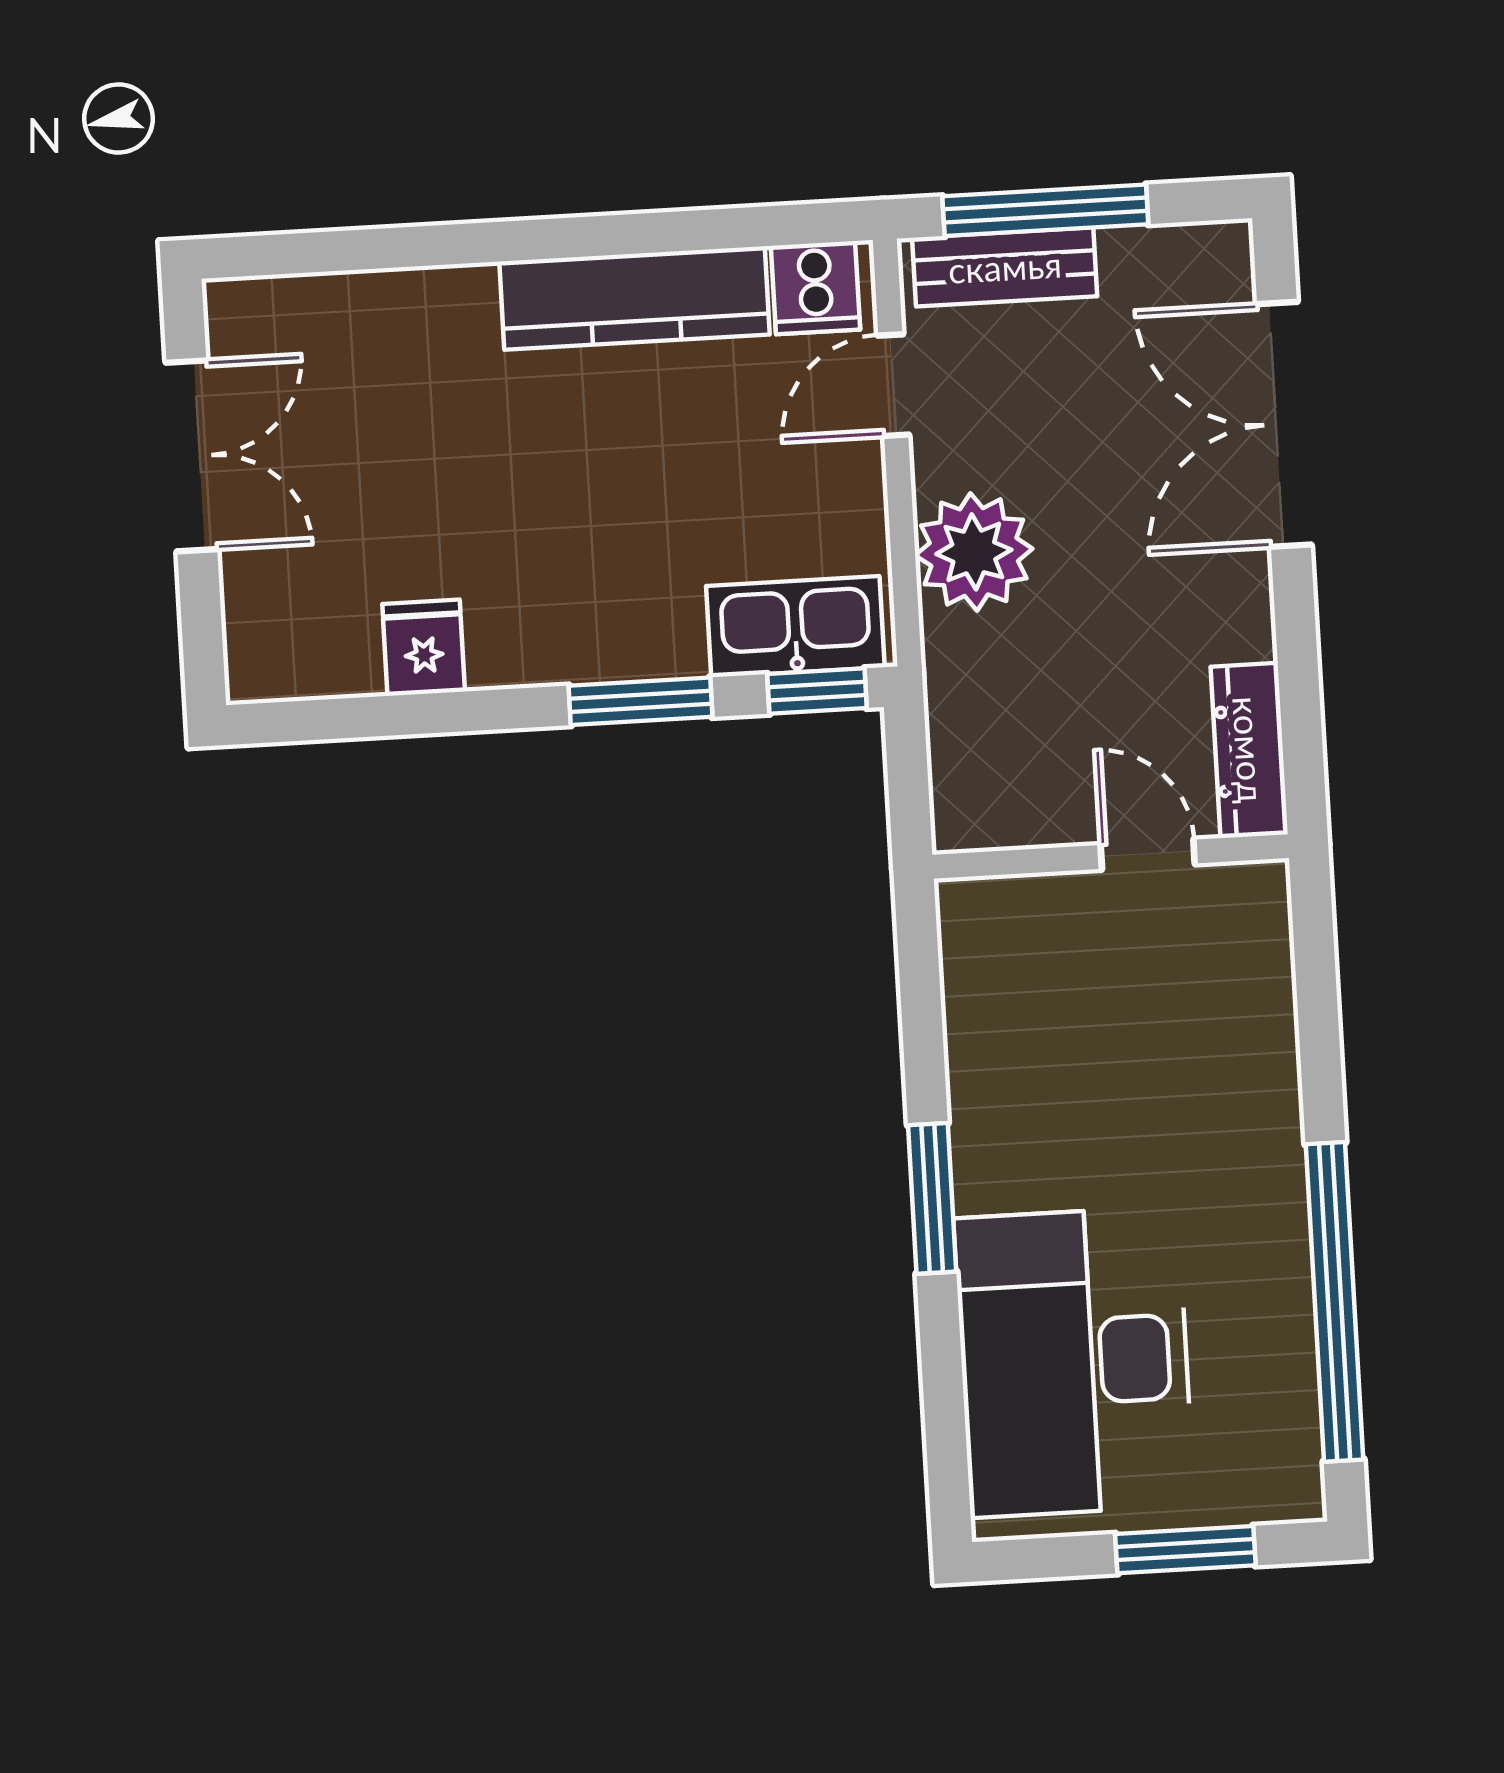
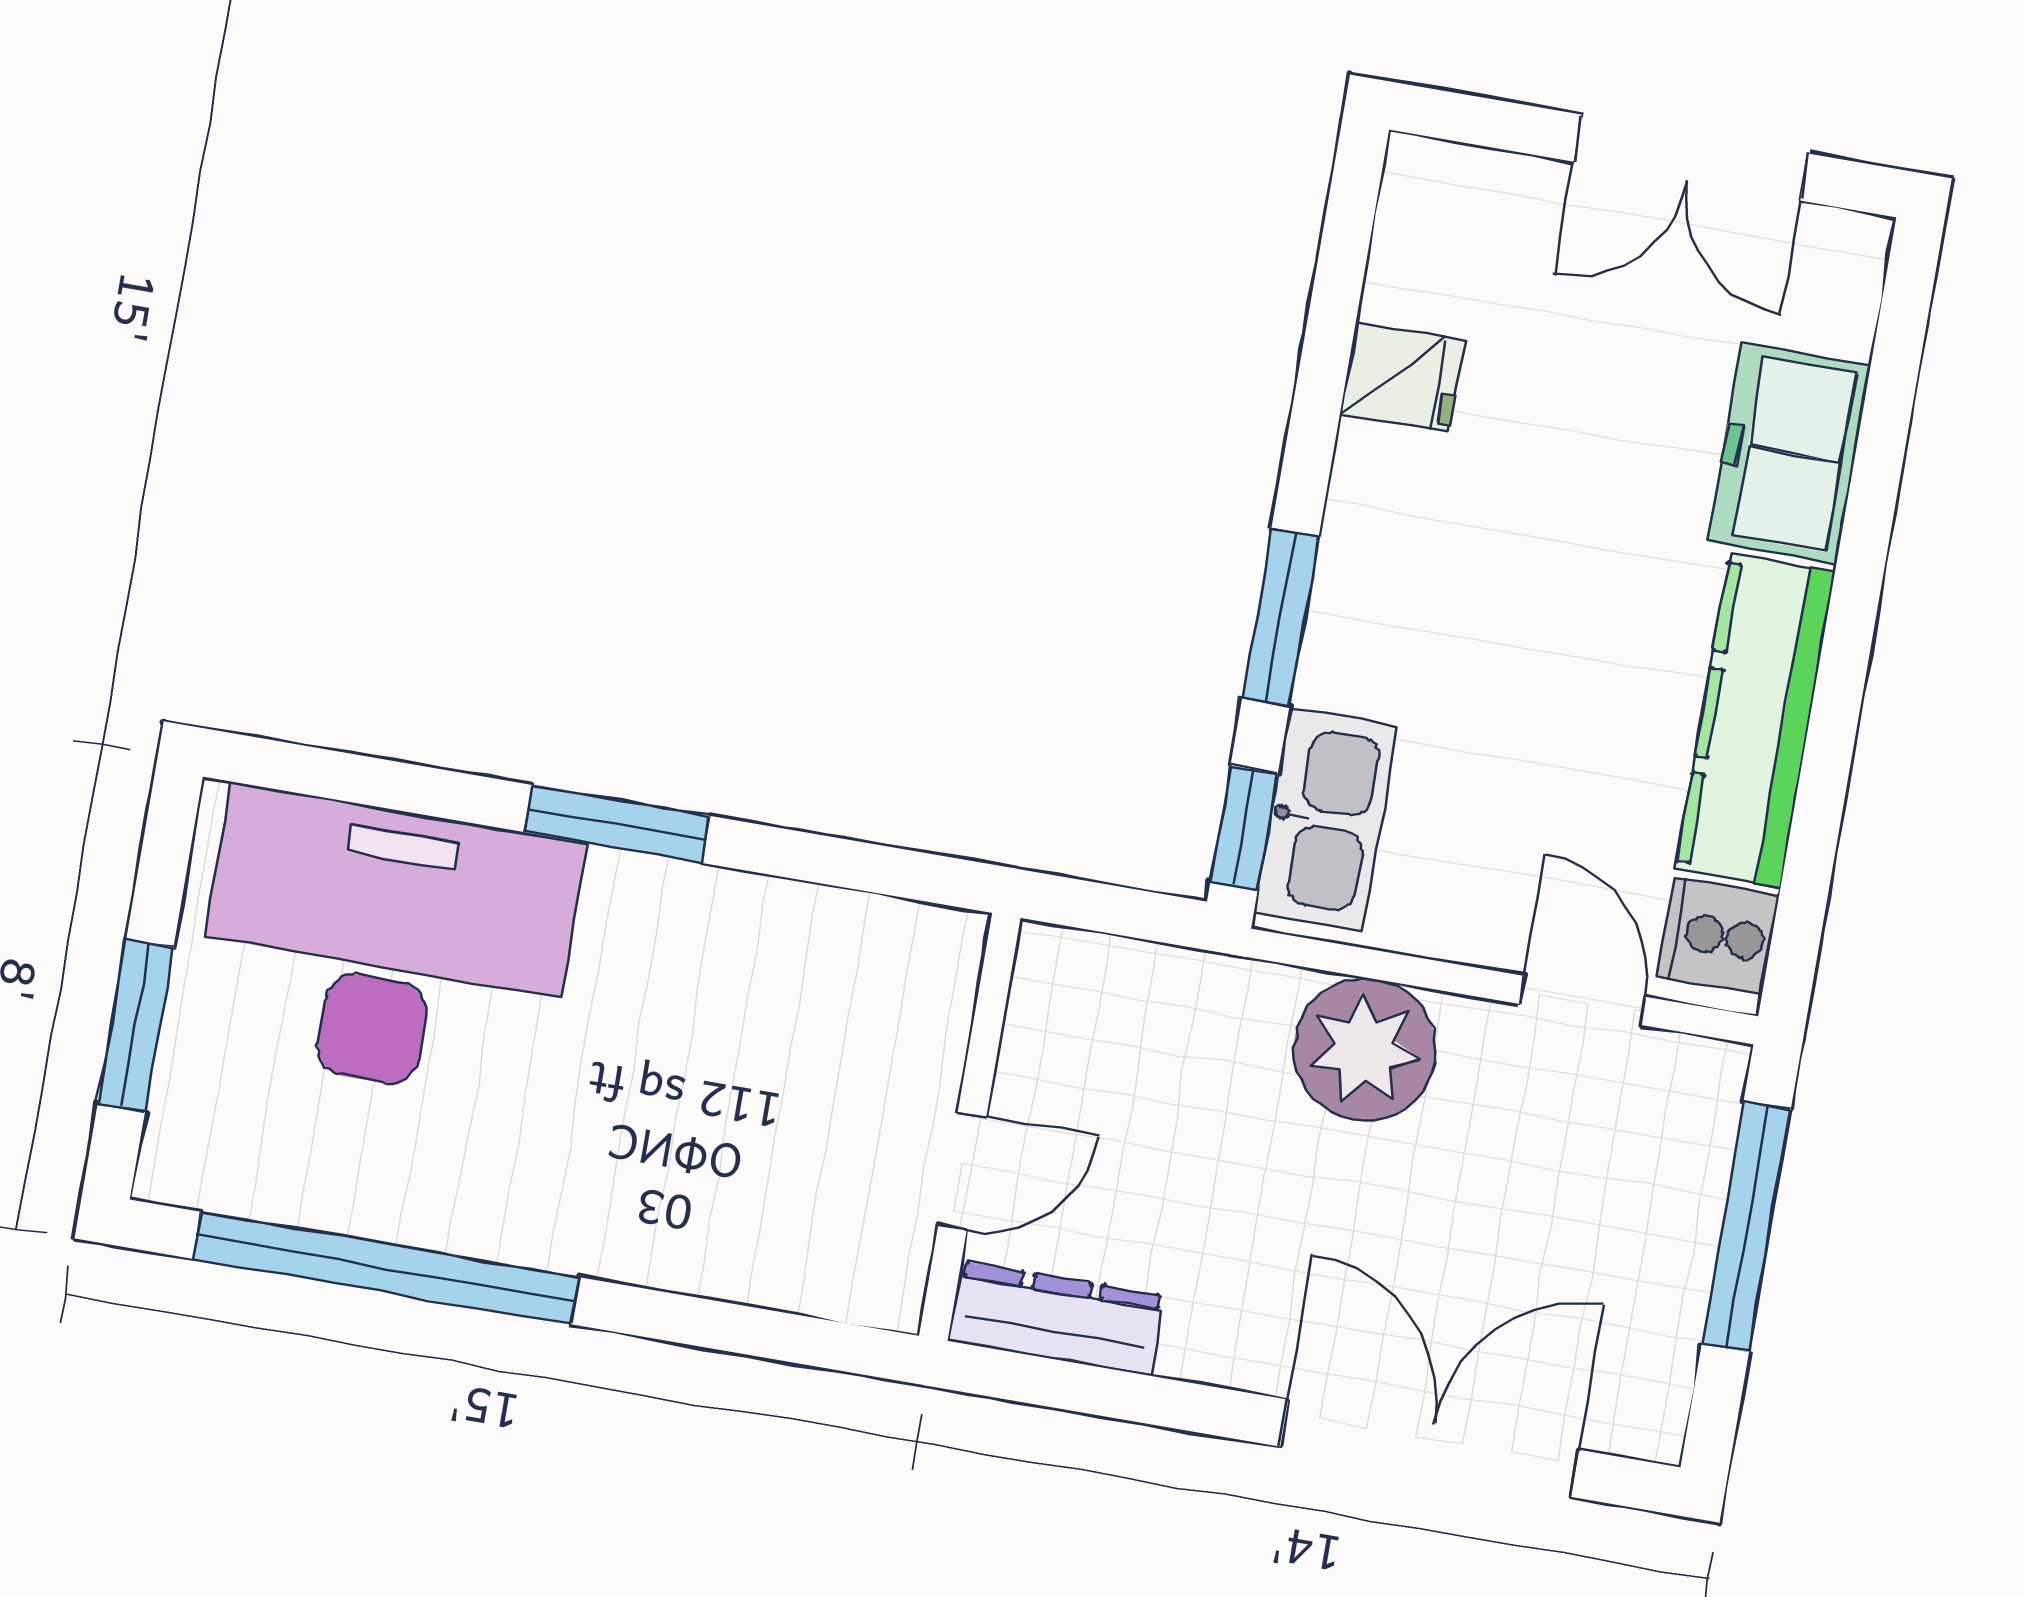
bench: (1005, 267) -> (1691, 1163), removed
freezer: (413, 321) -> (1789, 454), added

